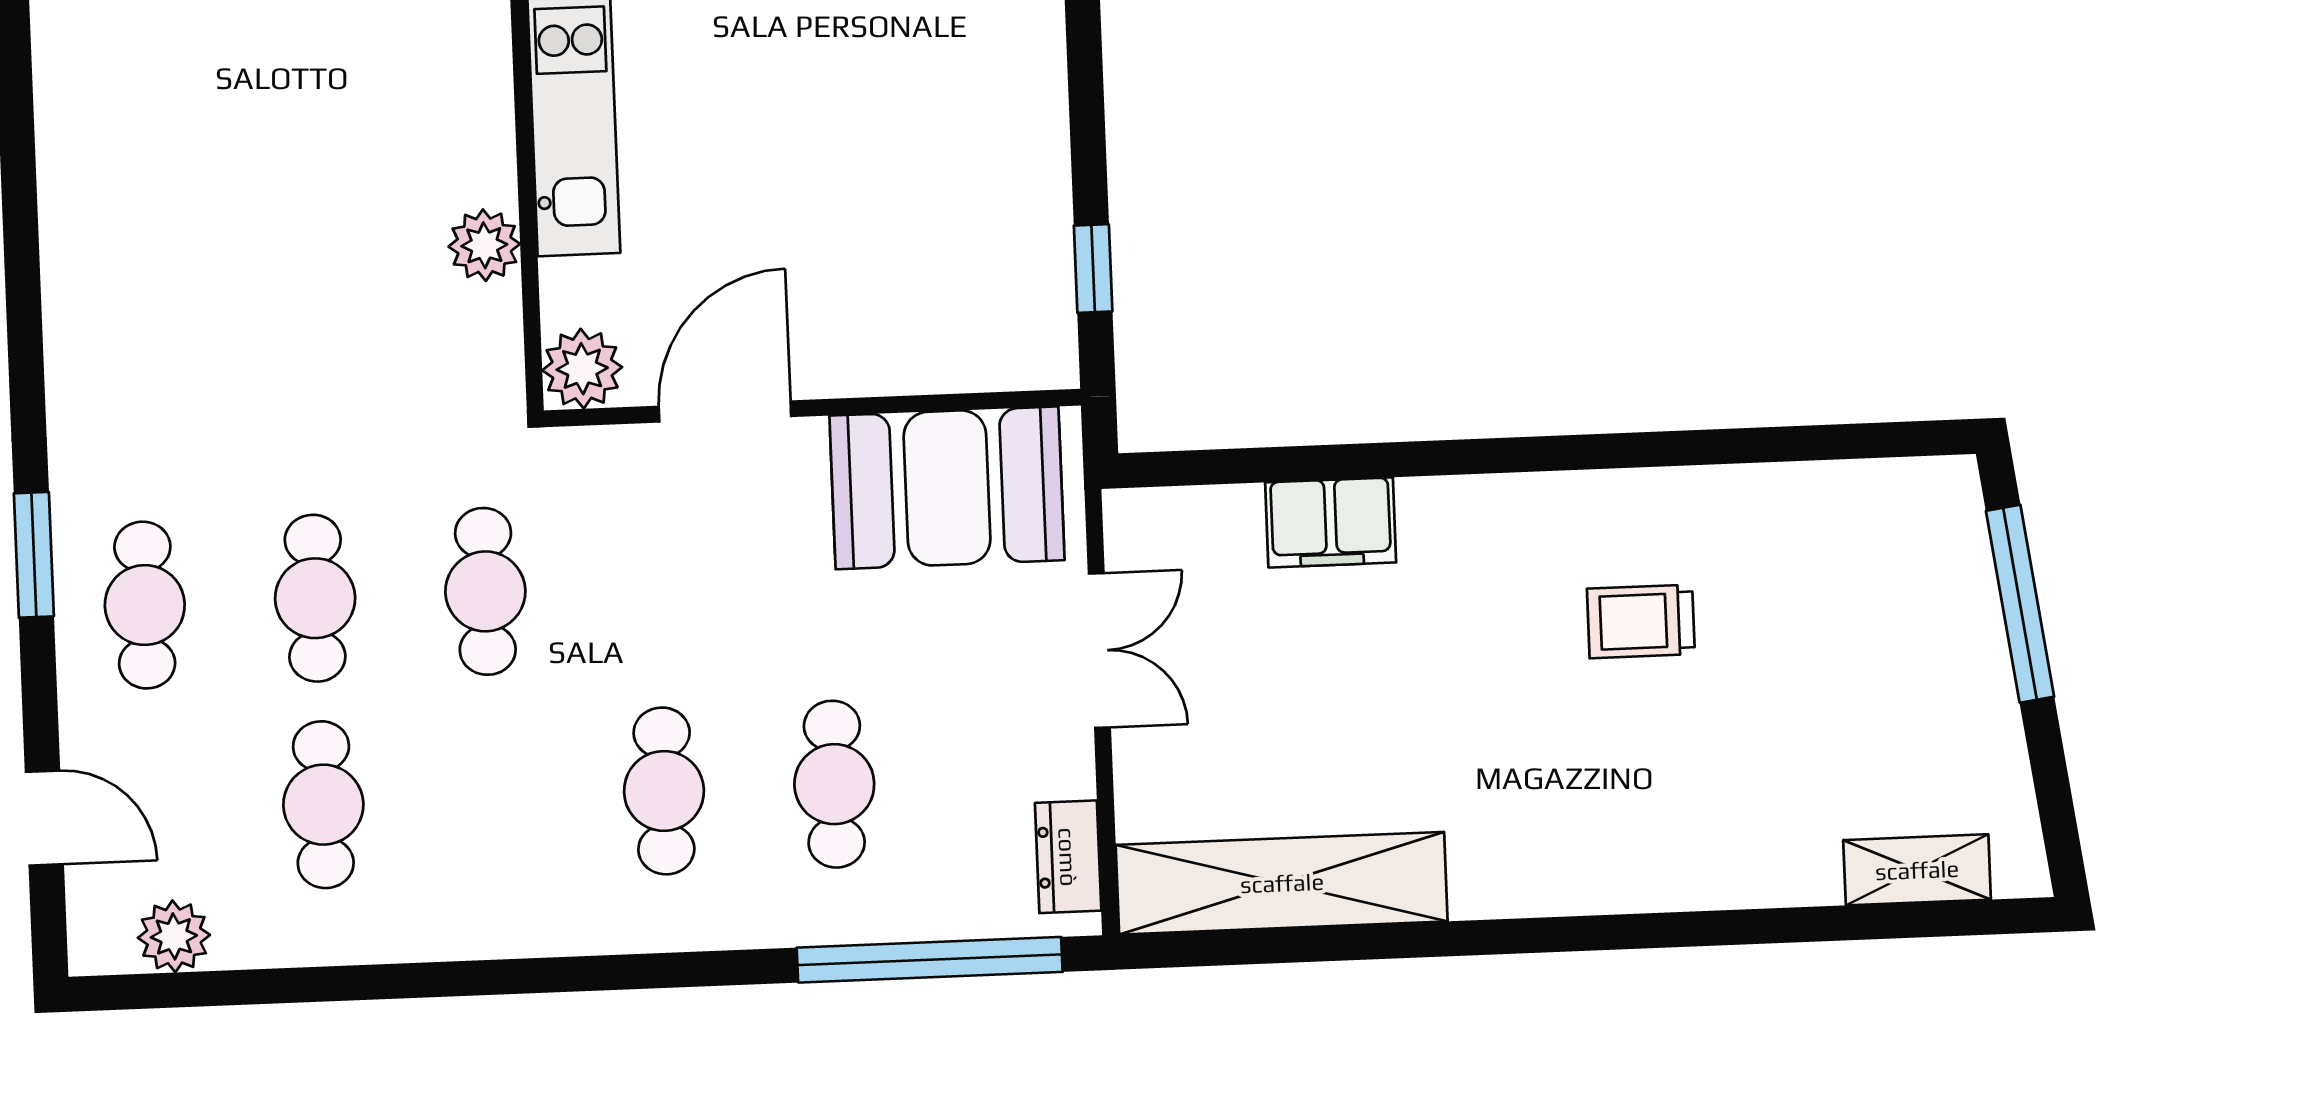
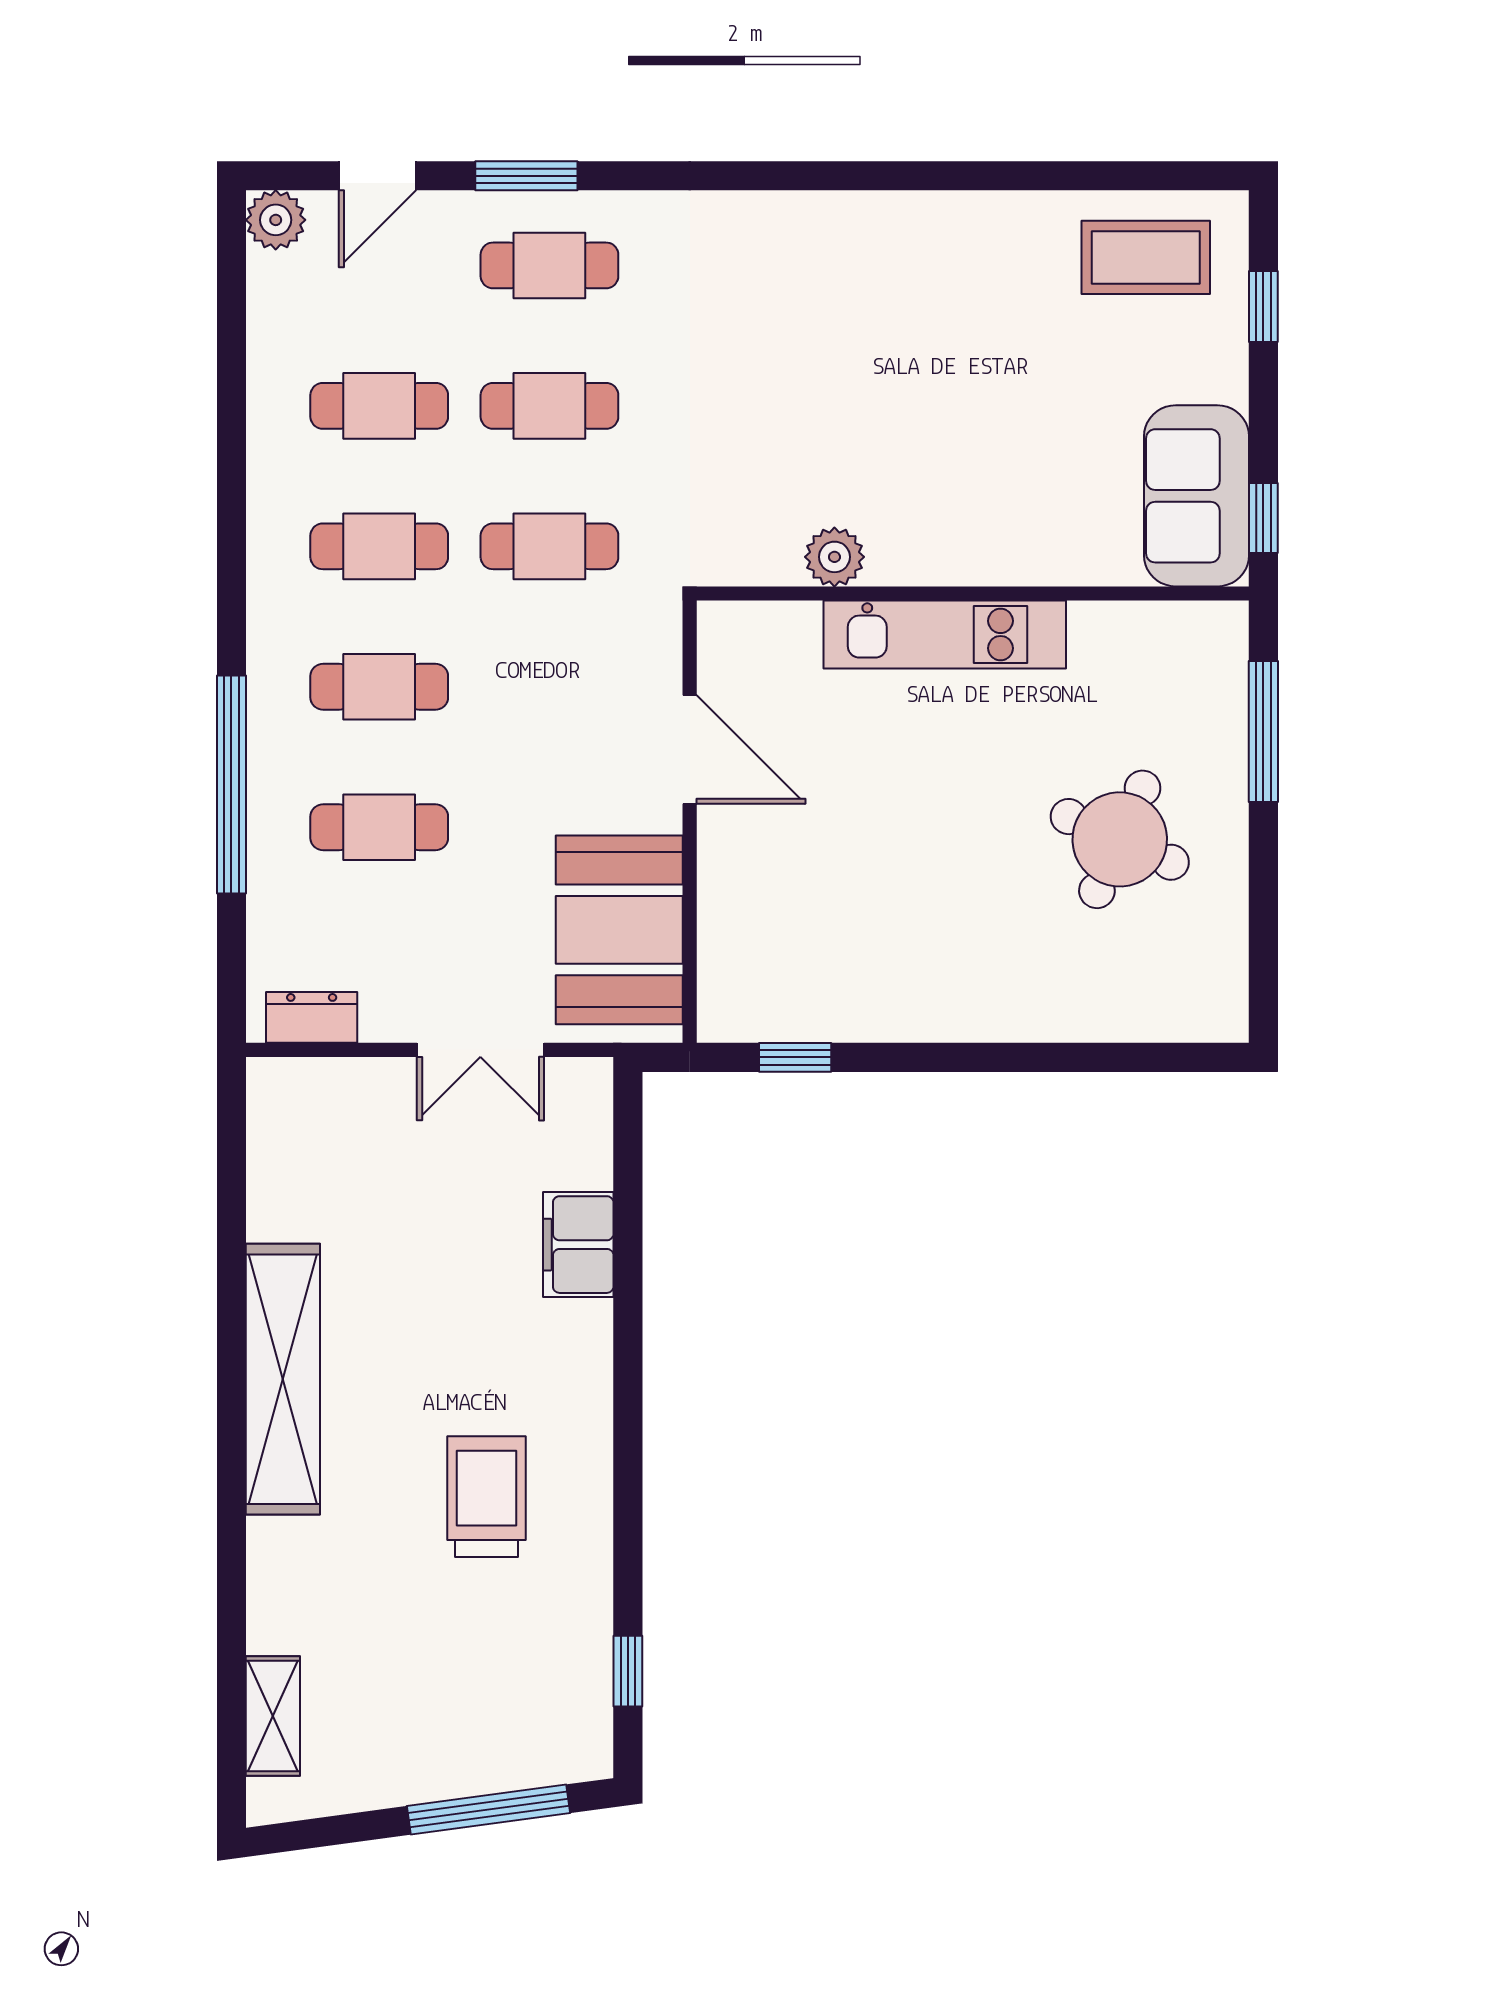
plant: (582, 369) -> (730, 633), removed
window: (1845, 442) -> (628, 1671), added
window: (34, 555) -> (526, 176), moved
trolley: (1641, 621) -> (487, 1497), width x1.36, depth x1.39
cafe table: (494, 798) -> (379, 546), added
shelving: (1282, 883) -> (283, 1379), moved
plant: (174, 936) -> (276, 220), moved
window: (930, 960) -> (231, 784), moved

